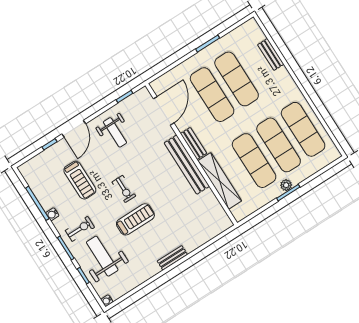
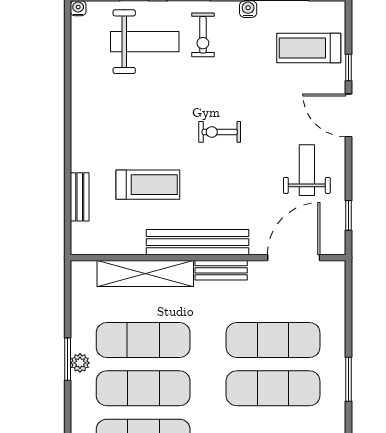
door: (164, 111) -> (294, 258), swing flipped
weight bench: (115, 132) -> (307, 170), turned 90
treadmill: (80, 180) -> (309, 48), moved
treadmill: (135, 219) -> (148, 185), moved, turned -90
bench: (172, 258) -> (80, 197), moved

